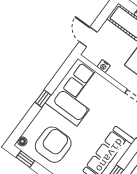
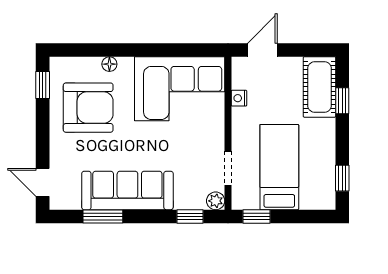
window: (43, 99) -> (138, 50), removed
floor lamp: (22, 141) -> (109, 64), moved

